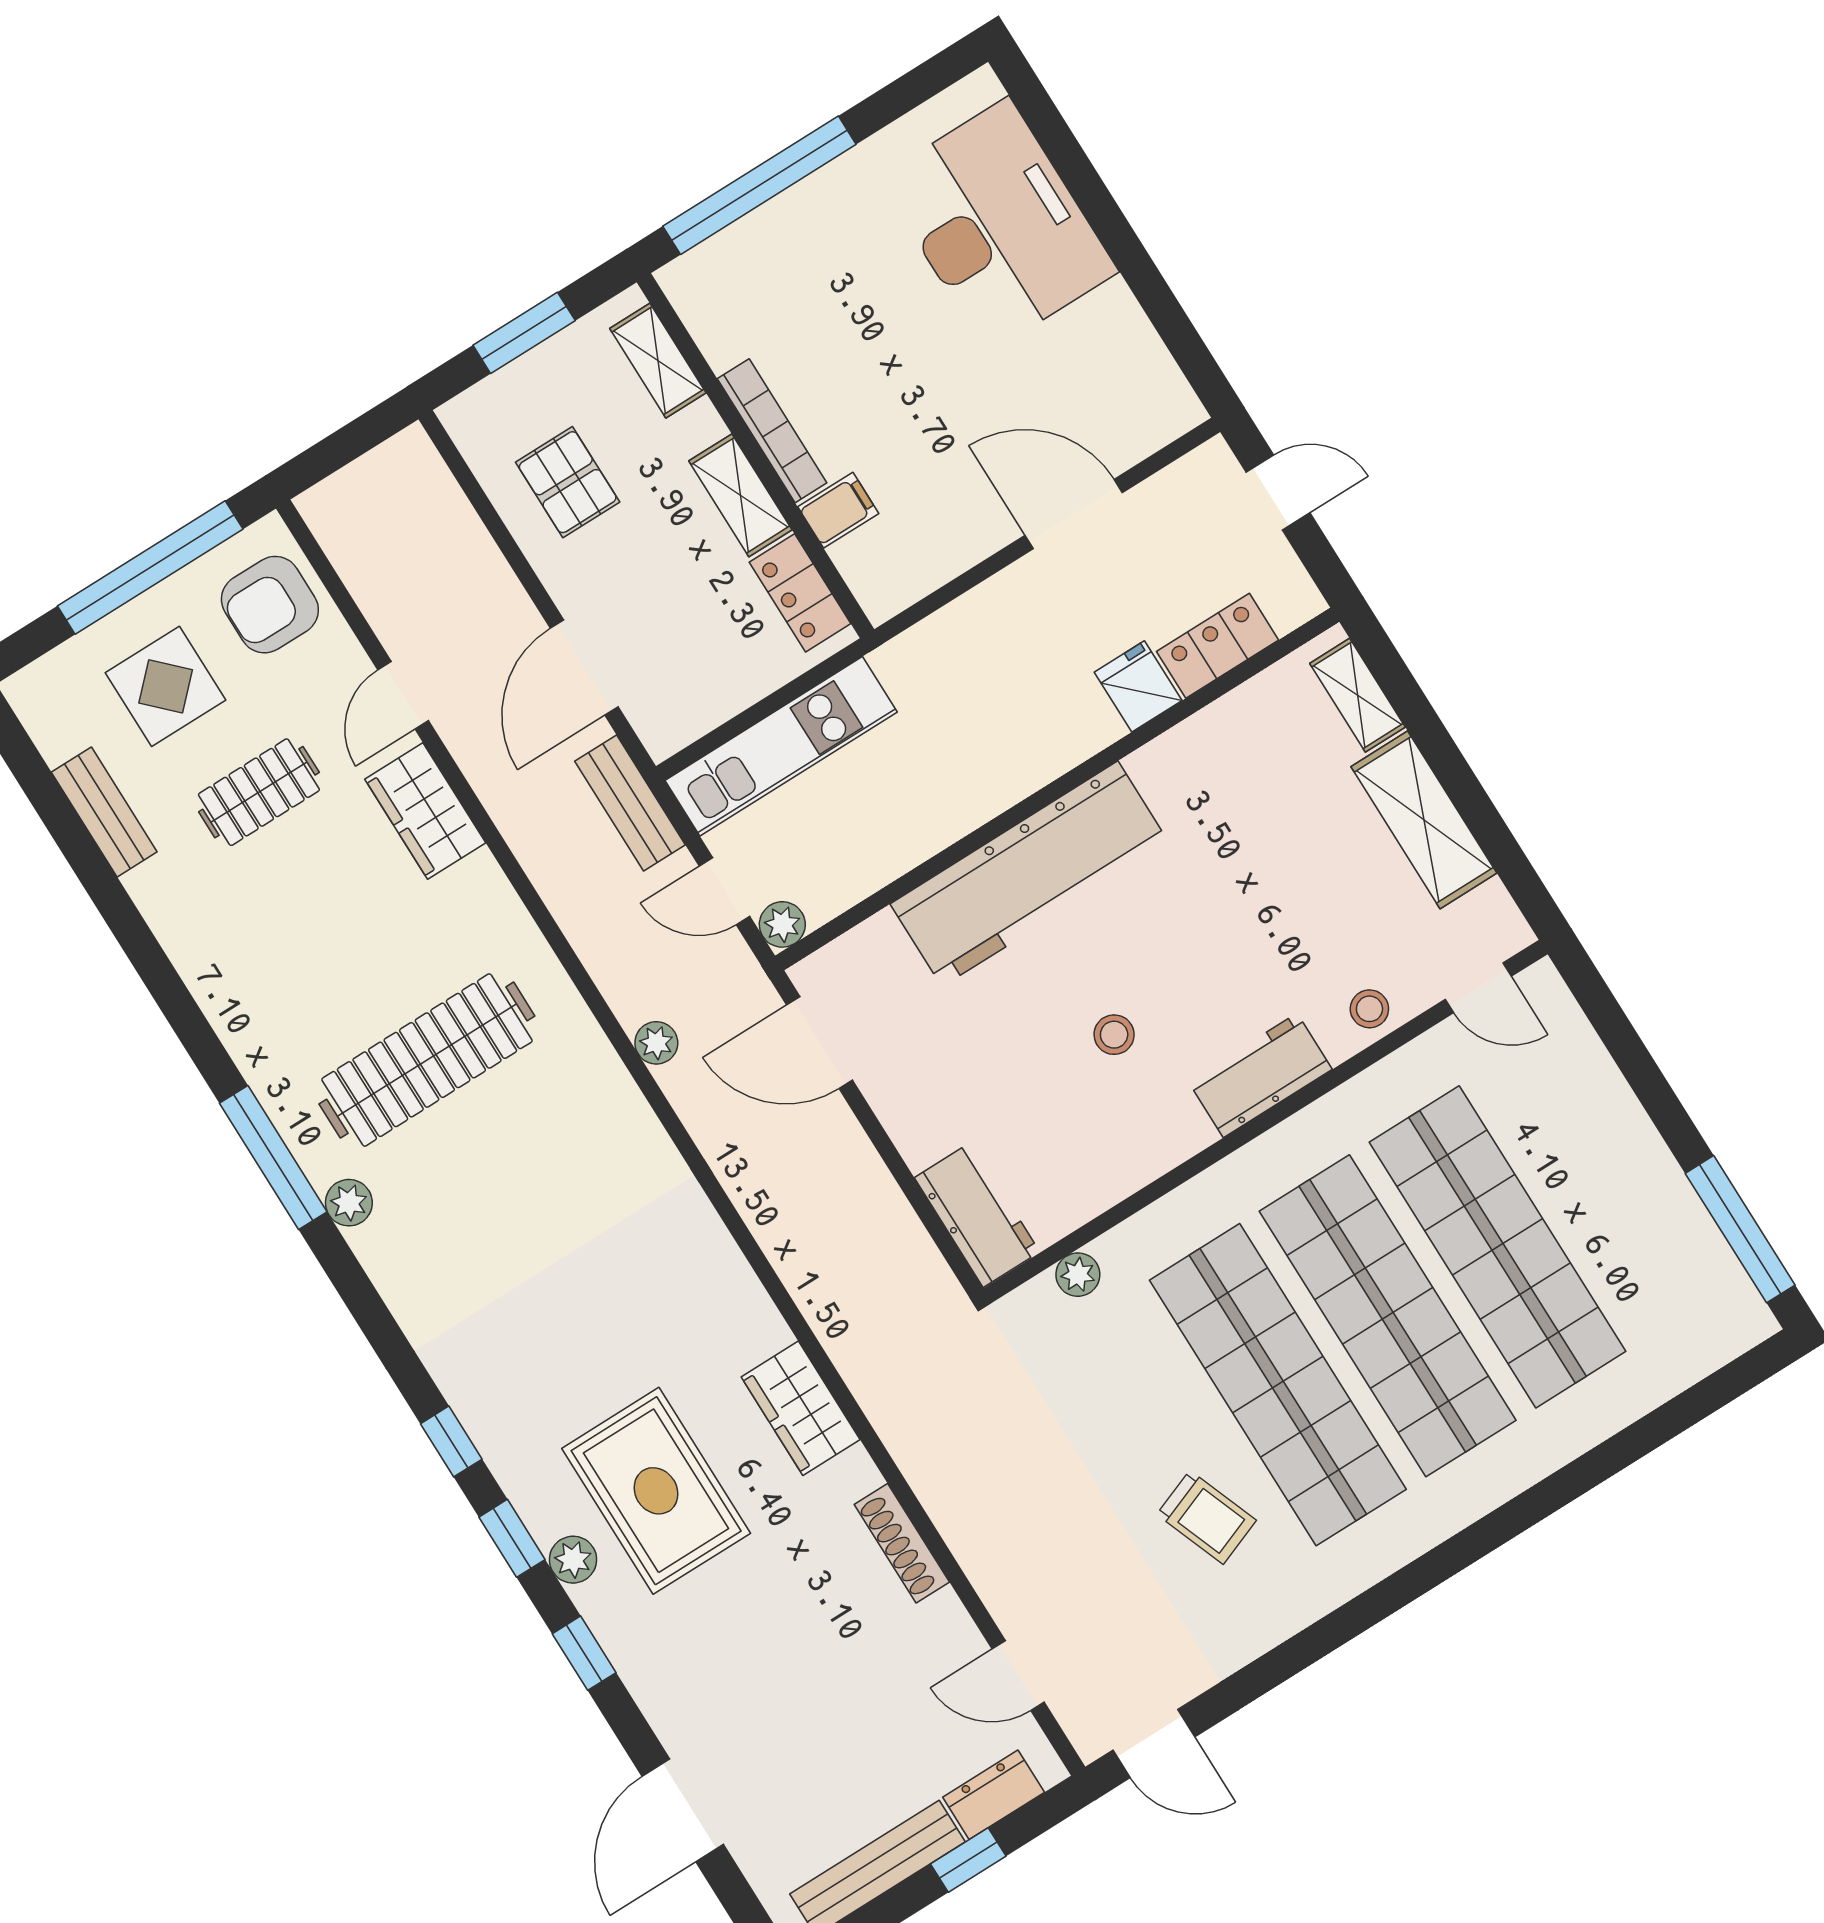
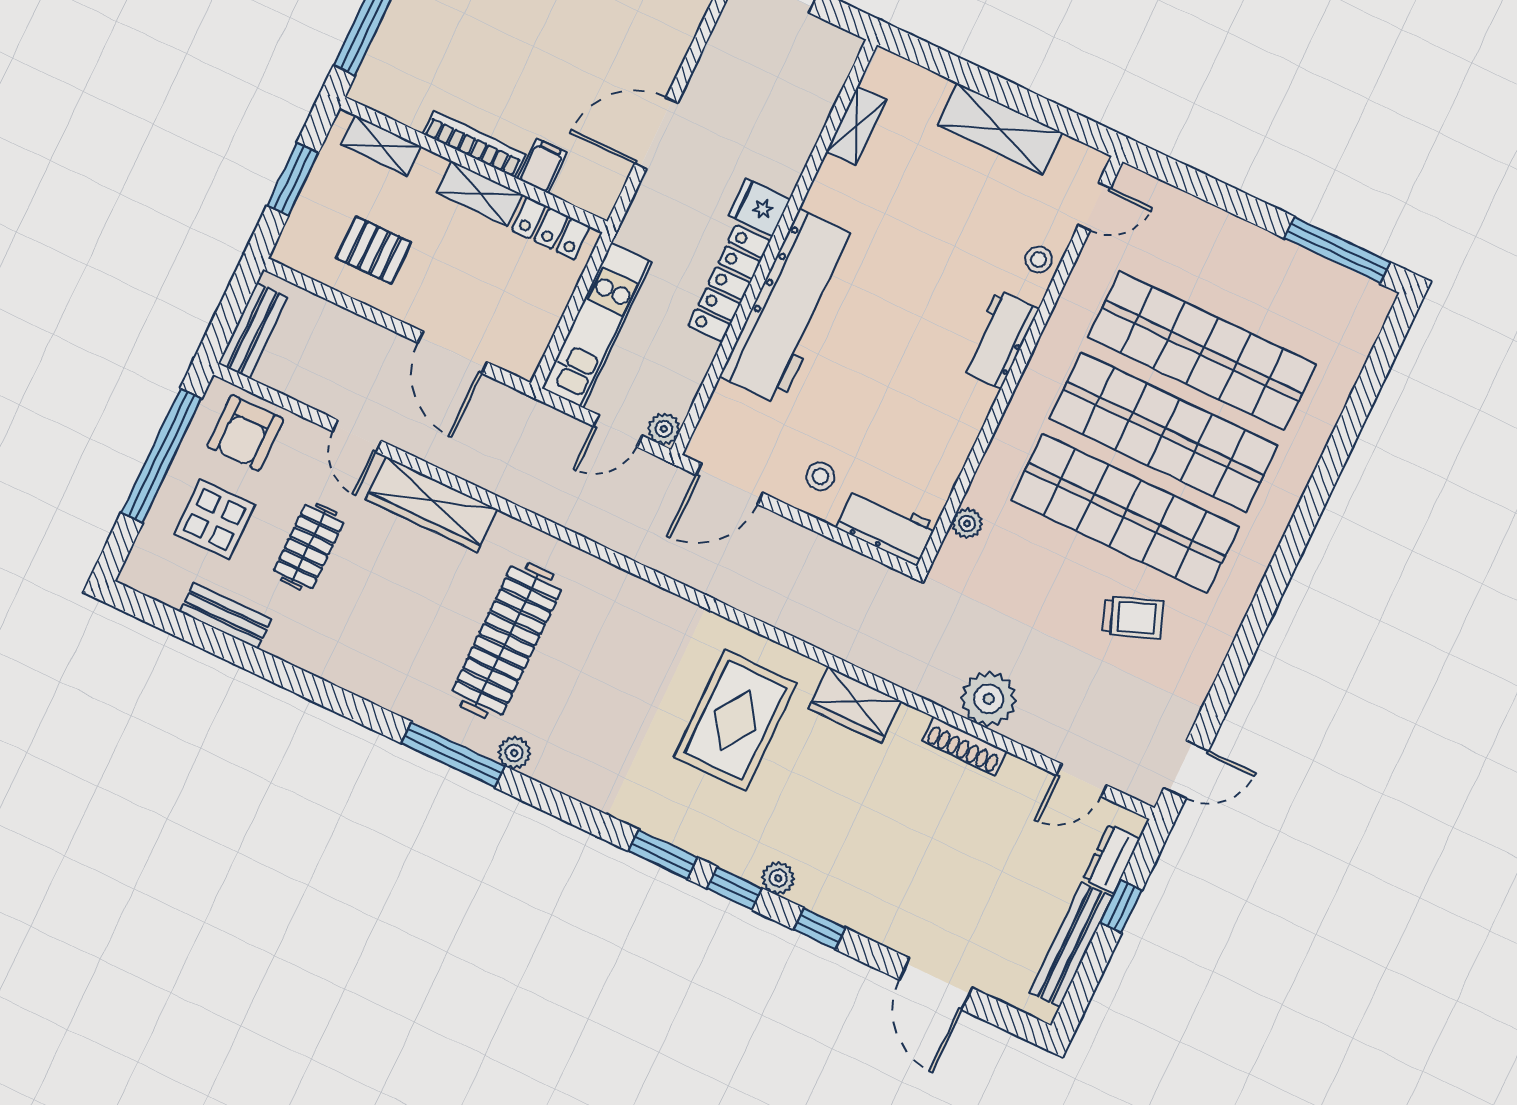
door: (1074, 514) -> (656, 133), moved
locker: (1218, 646) -> (729, 283), moved, width x1.53
fridge: (1138, 686) -> (759, 207), moved
shelving: (1357, 695) -> (856, 126), moved, turned 90
bench: (630, 803) -> (253, 330), moved, turned 90
wardrobe: (425, 811) -> (432, 504), width x1.50
stool: (1114, 1035) -> (820, 476), moved
plant: (656, 1043) -> (989, 699), moved, width x1.87, depth x1.87
window: (451, 1441) -> (663, 854), width x1.50
rug: (656, 1491) -> (735, 720), moved, turned 90

